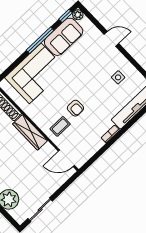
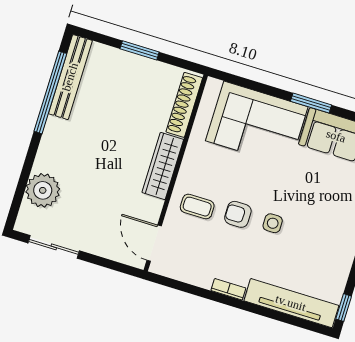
window: (40, 40) -> (311, 103), width x0.69
side table: (118, 77) -> (273, 223), moved
armchair: (75, 108) -> (238, 214), turned 90

